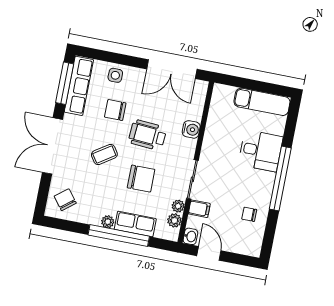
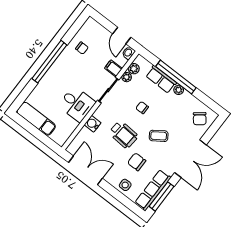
chair: (115, 110) -> (137, 162), turned 180
desk: (260, 151) -> (77, 104), moved, turned 180
chair: (141, 179) -> (142, 108), width x0.54, depth x0.54

